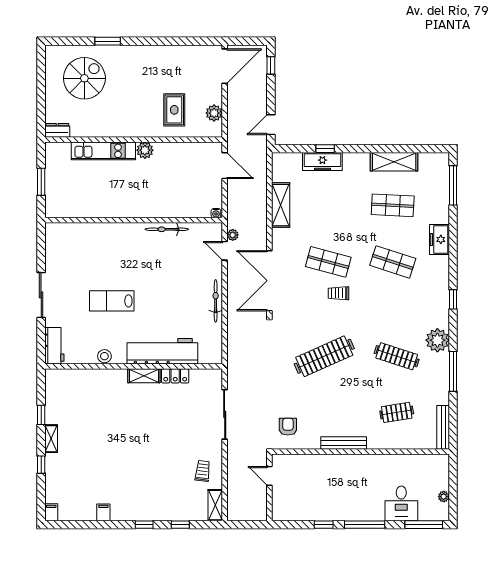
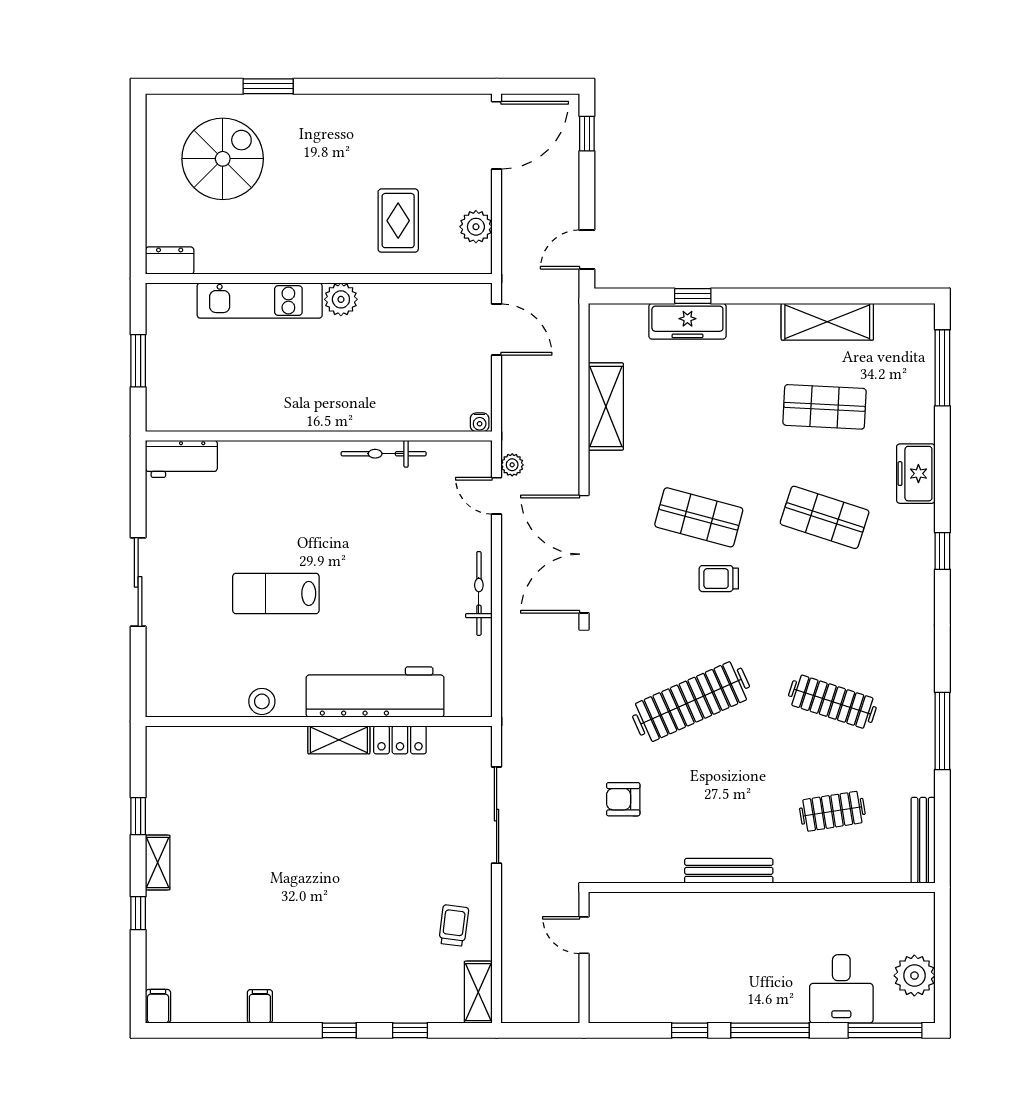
window: (453, 299) -> (942, 551), moved
plant: (437, 340) -> (912, 670), removed
workbench: (54, 346) -> (181, 459), moved, turned 90
armchair: (288, 427) -> (623, 799), moved, turned -90
plant: (444, 497) -> (914, 976), width x1.88, depth x1.88

